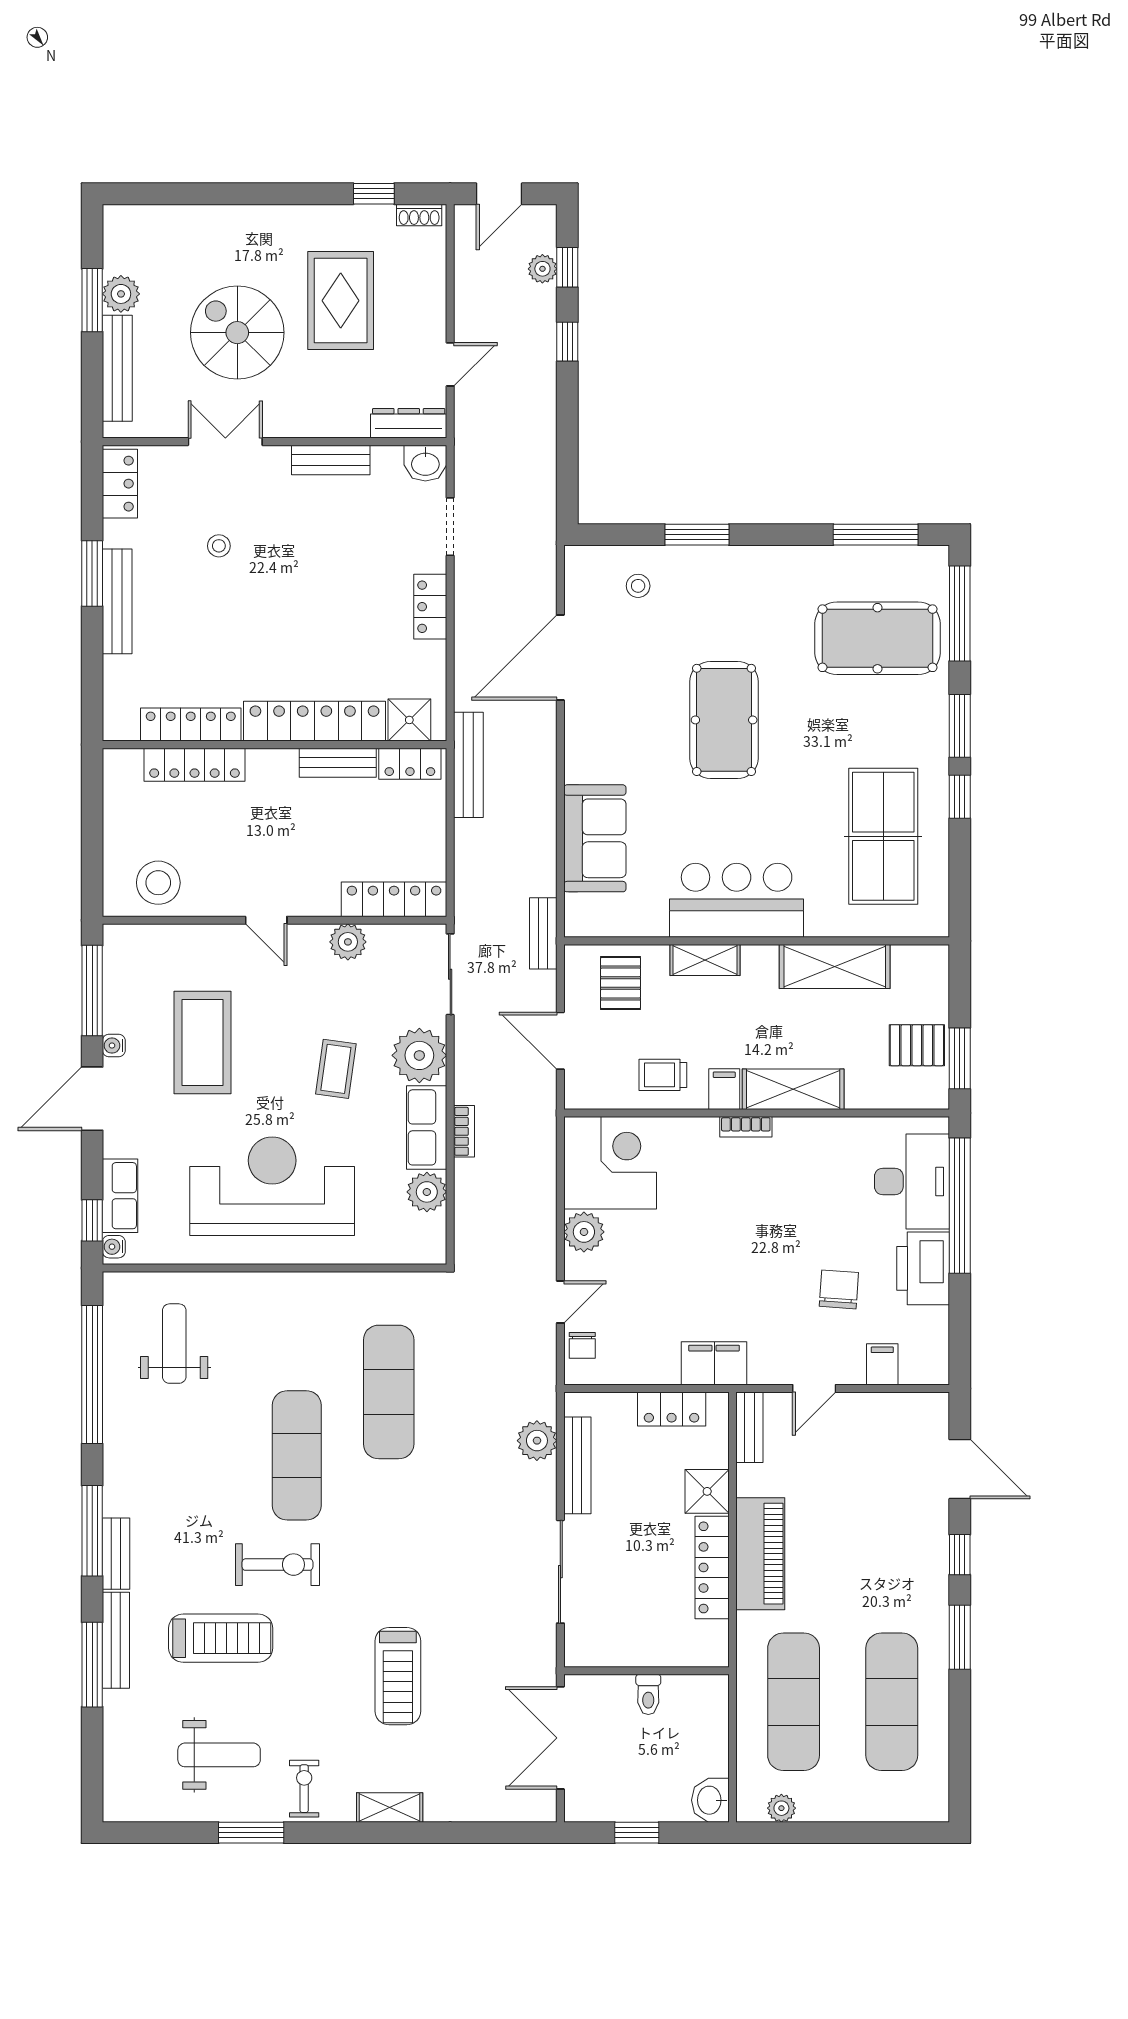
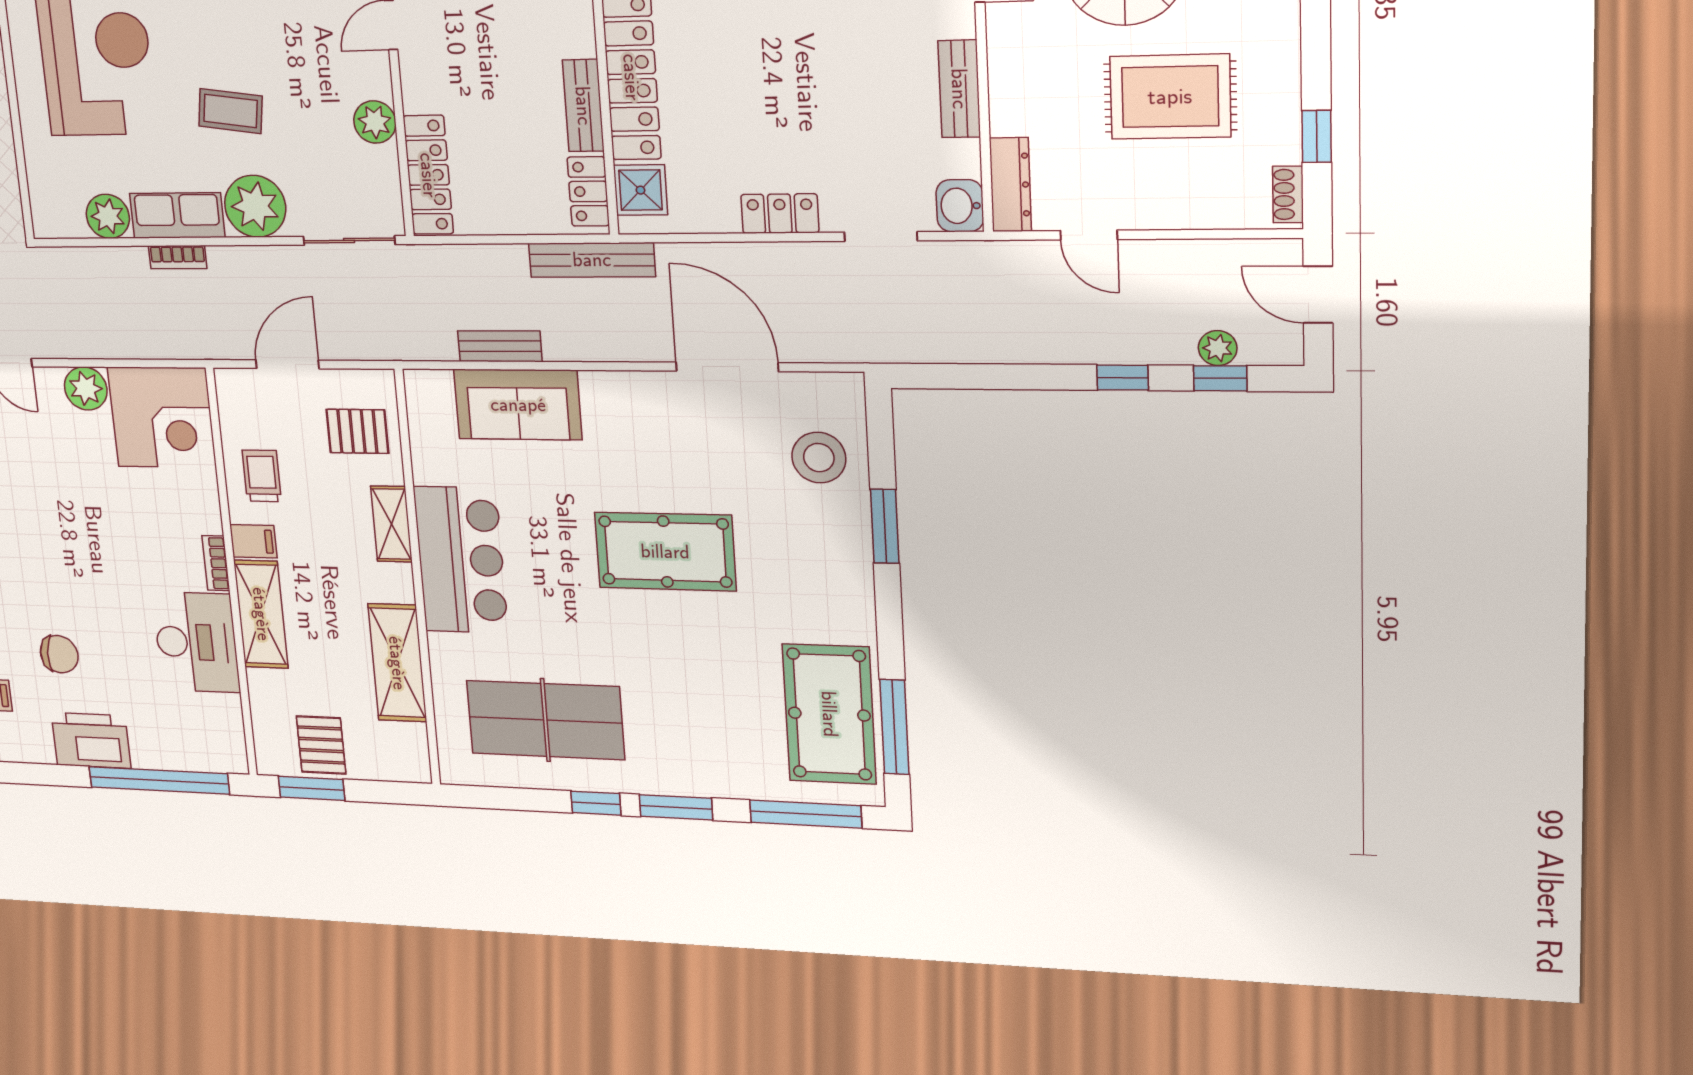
stool: (638, 586) -> (819, 458), width x1.89, depth x1.89
pool table: (877, 638) -> (829, 714), moved
bench: (543, 933) -> (500, 346), moved
desk: (912, 1182) -> (196, 642), moved, turned -90

